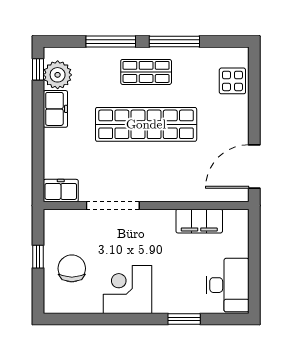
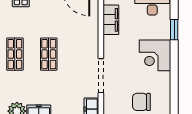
shop shelf: (146, 124) -> (49, 54), width x0.50, depth x0.74
corner desk: (127, 289) -> (155, 55), moved

